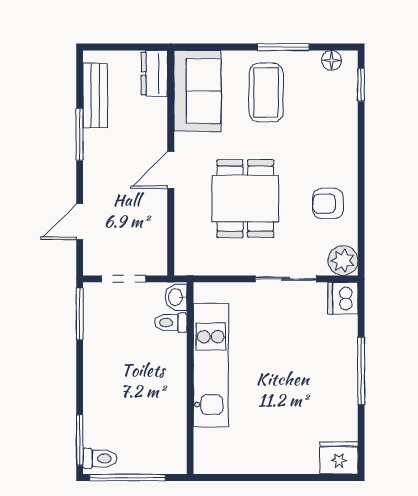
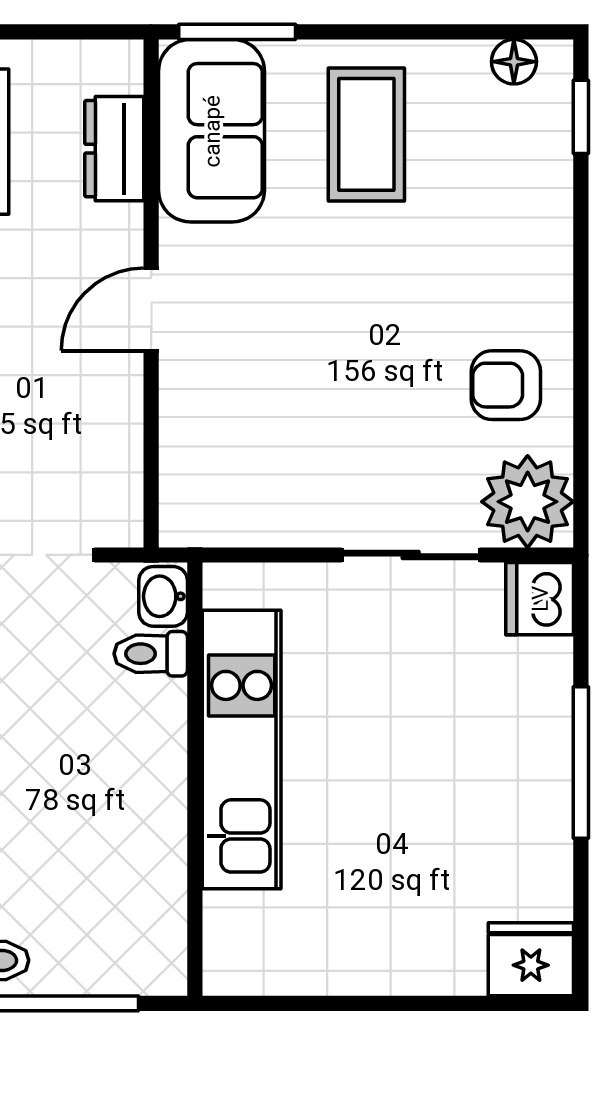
window: (283, 47) -> (237, 32), moved
dresser: (154, 74) -> (114, 149), moved
dining table: (245, 199) -> (319, 374), removed
plant: (343, 261) -> (528, 502), width x1.36, depth x1.36

